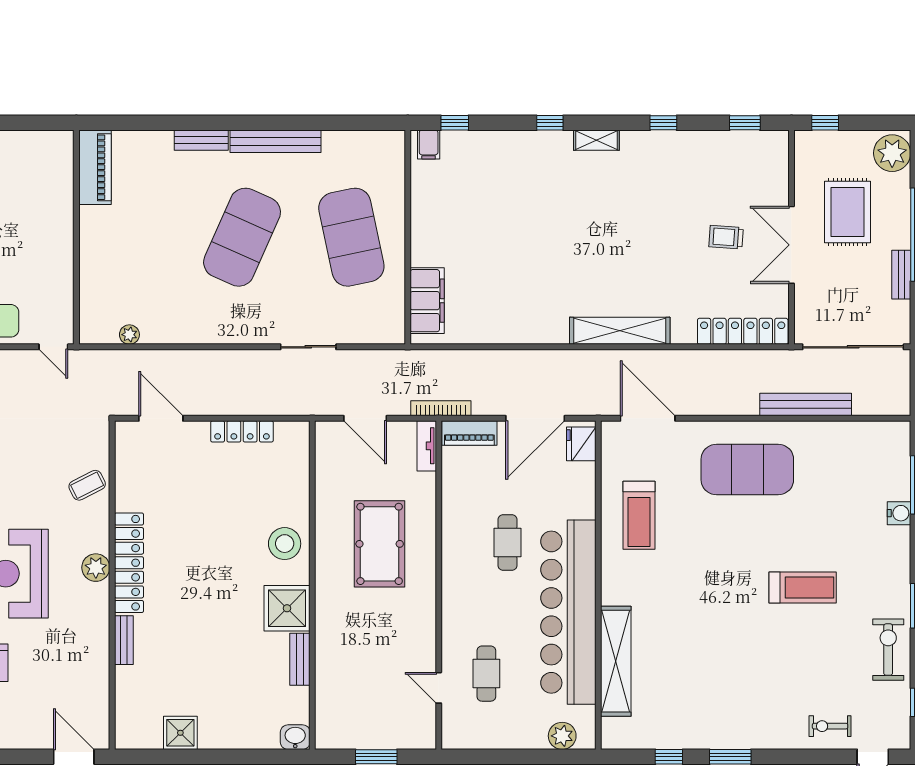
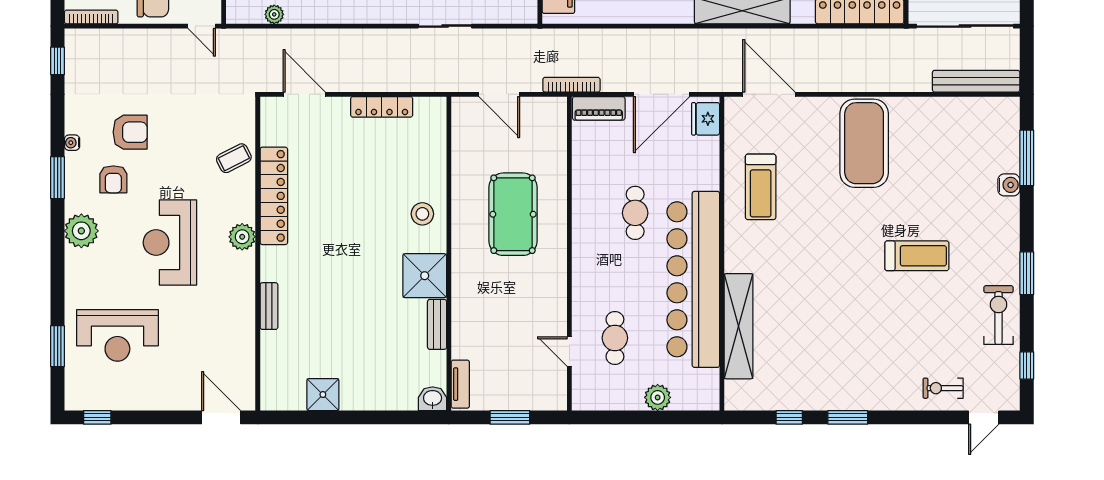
bench: (806, 405) -> (976, 81), moved
tv unit: (427, 446) -> (460, 384), moved, turned 180
exercise mat: (747, 470) -> (864, 143), turned 90
stool: (285, 544) -> (422, 214), width x0.73, depth x0.73
locker: (129, 563) -> (274, 196), moved
plant: (562, 736) -> (658, 397), moved

